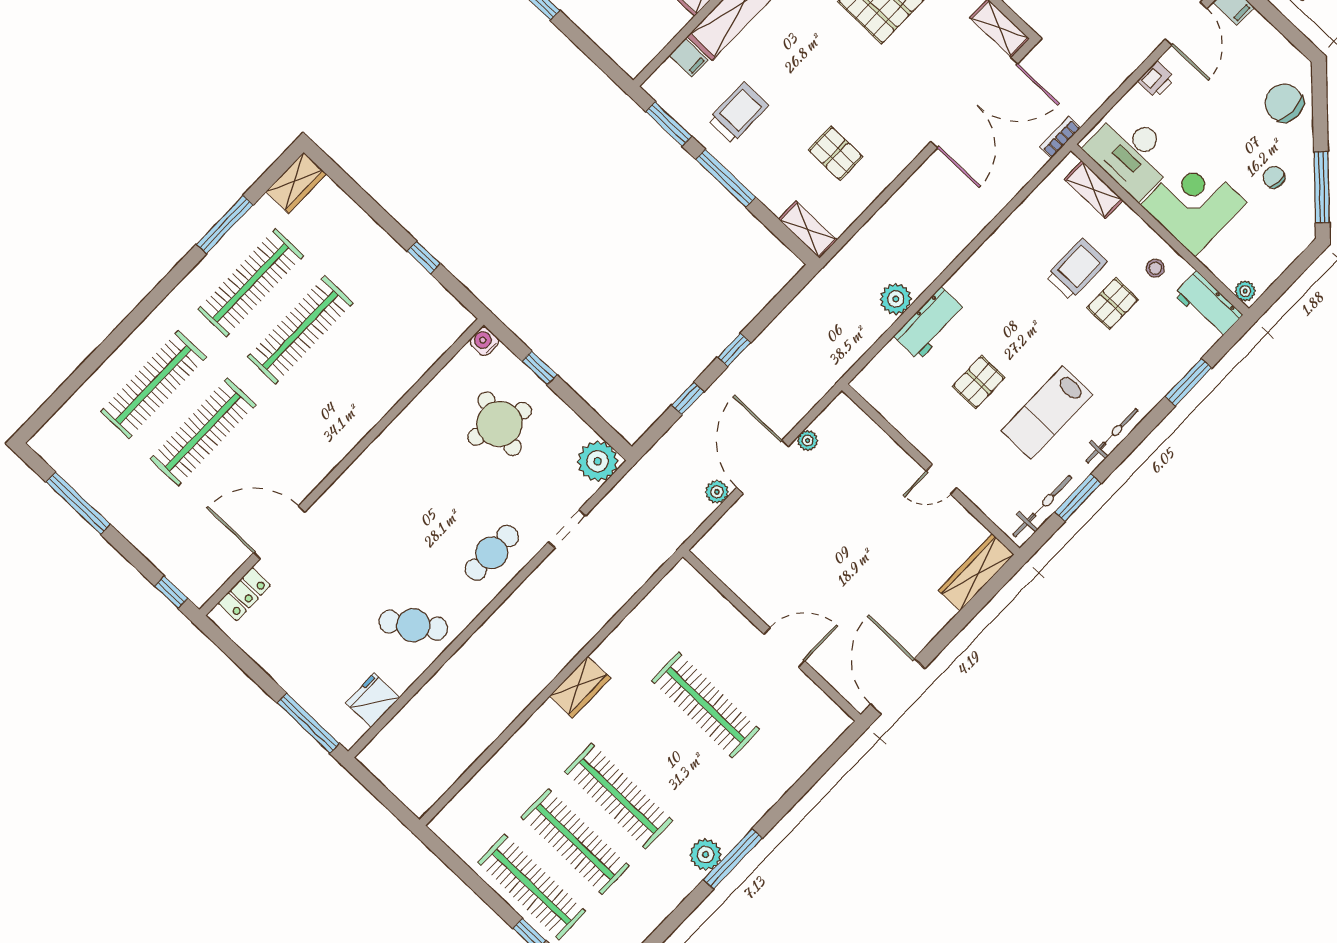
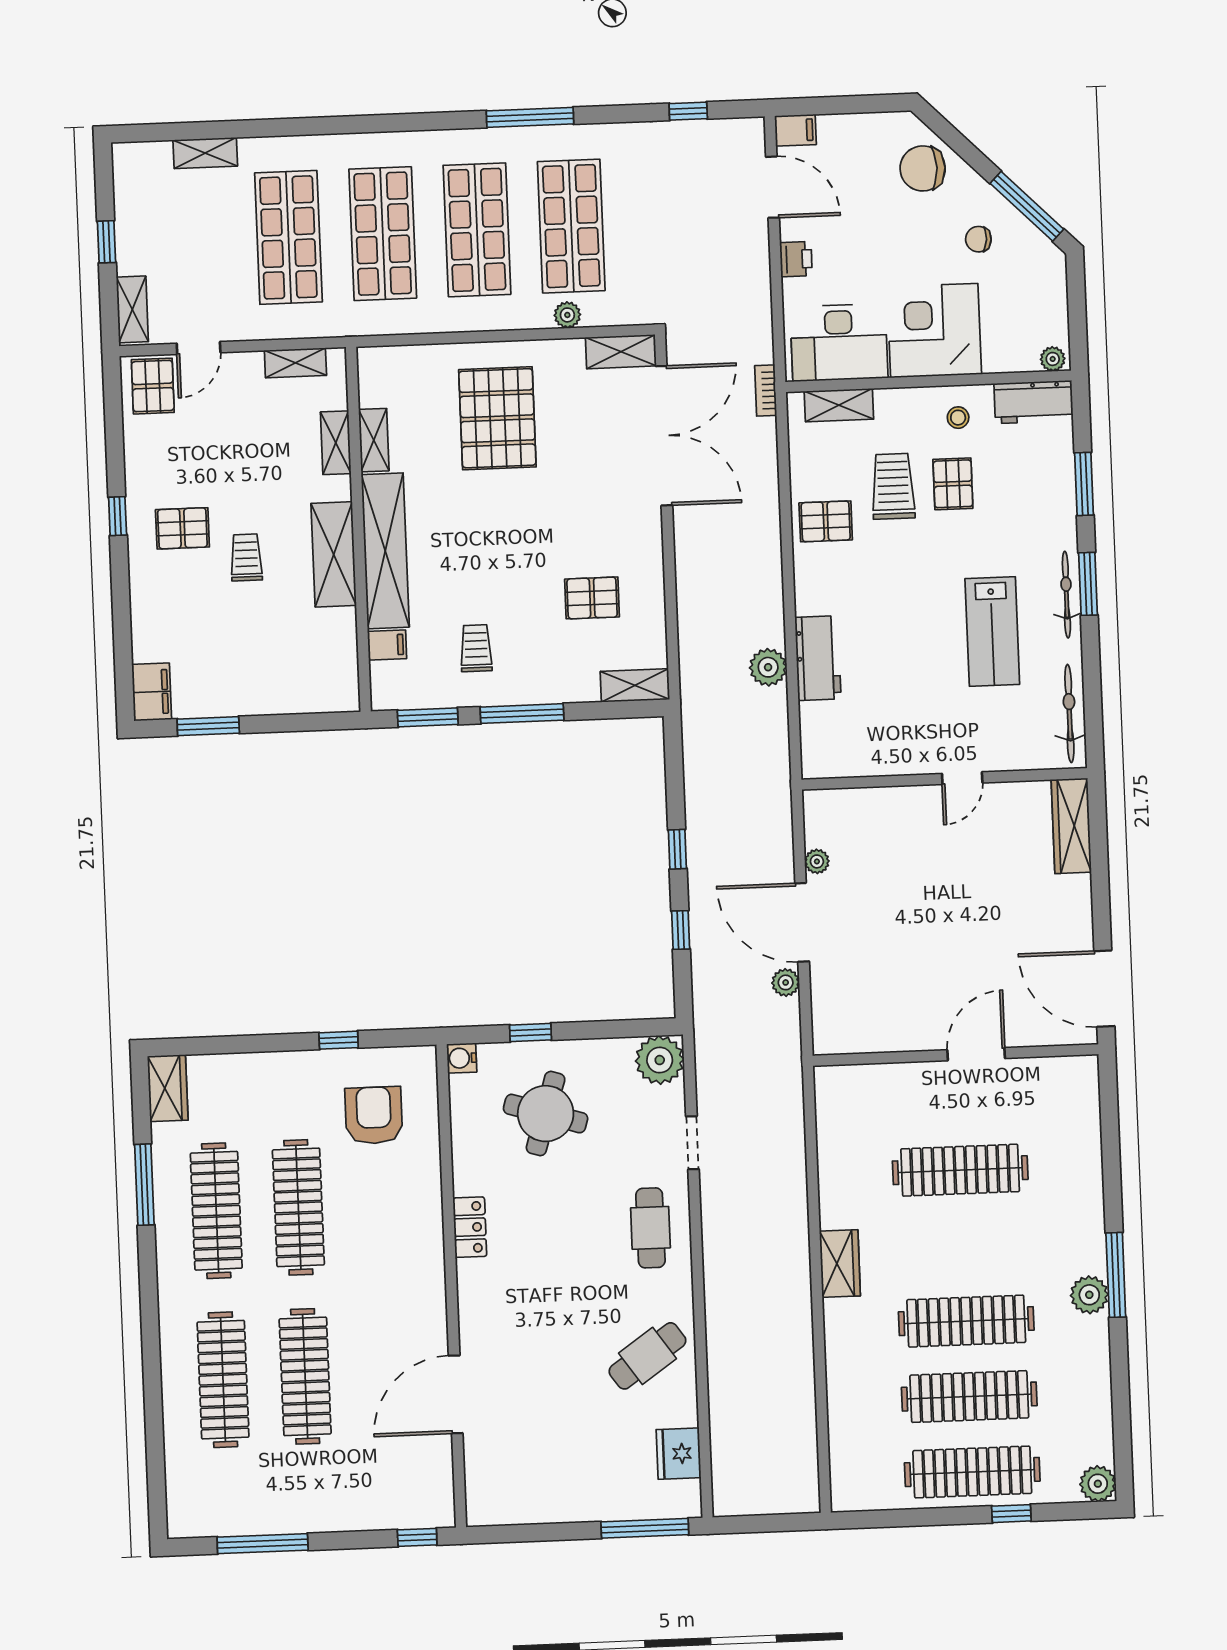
trolley: (738, 113) -> (476, 648), width x0.73, depth x0.72
armchair: (399, 322) -> (374, 1115), added
pallet: (979, 382) -> (826, 521), moved, turned 90
window: (1078, 498) -> (1088, 584), moved
locker: (244, 594) -> (470, 1227), moved

